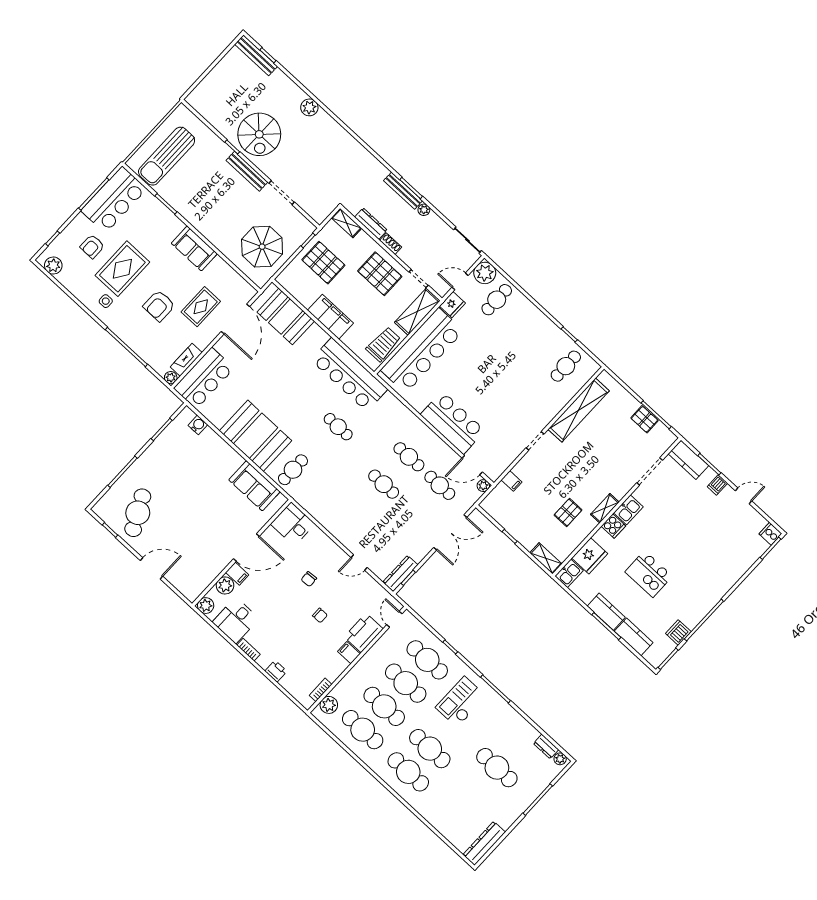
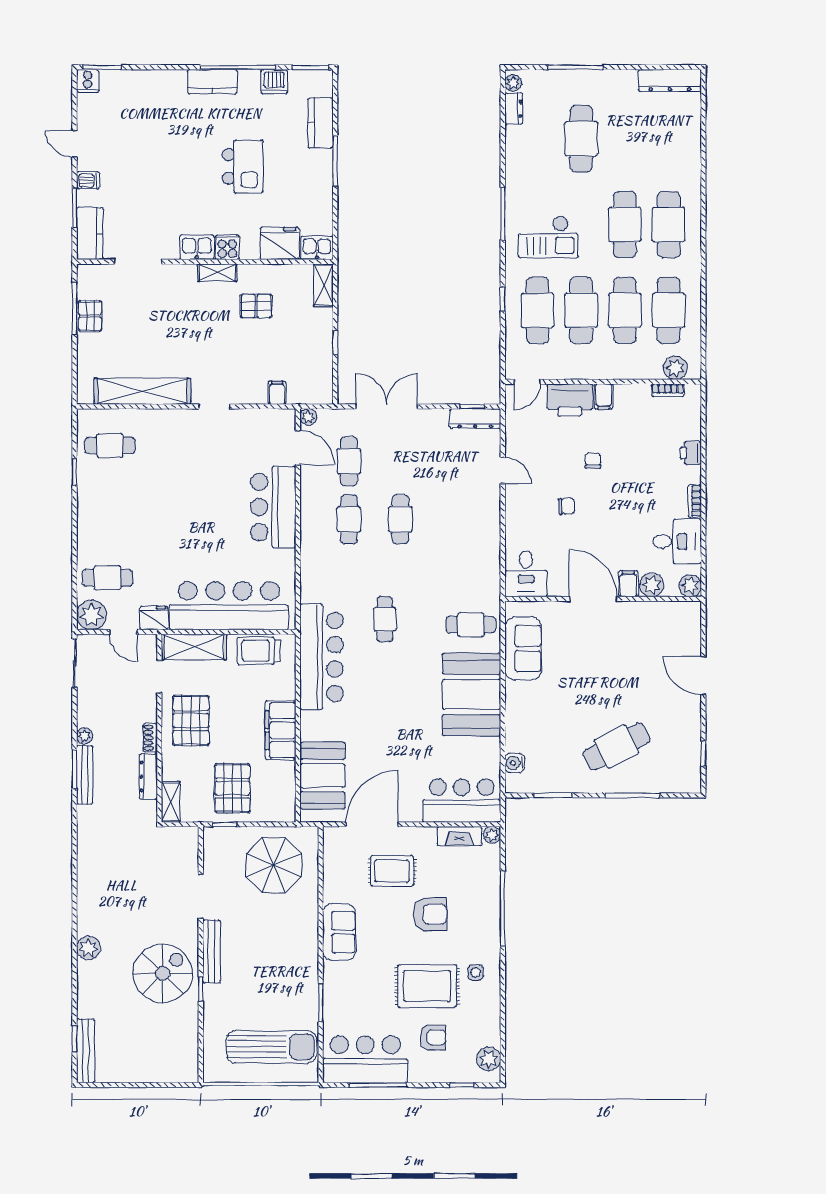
cafe table: (138, 513) -> (617, 747), moved
kitchen counter: (606, 612) -> (212, 82), moved, turned -90

